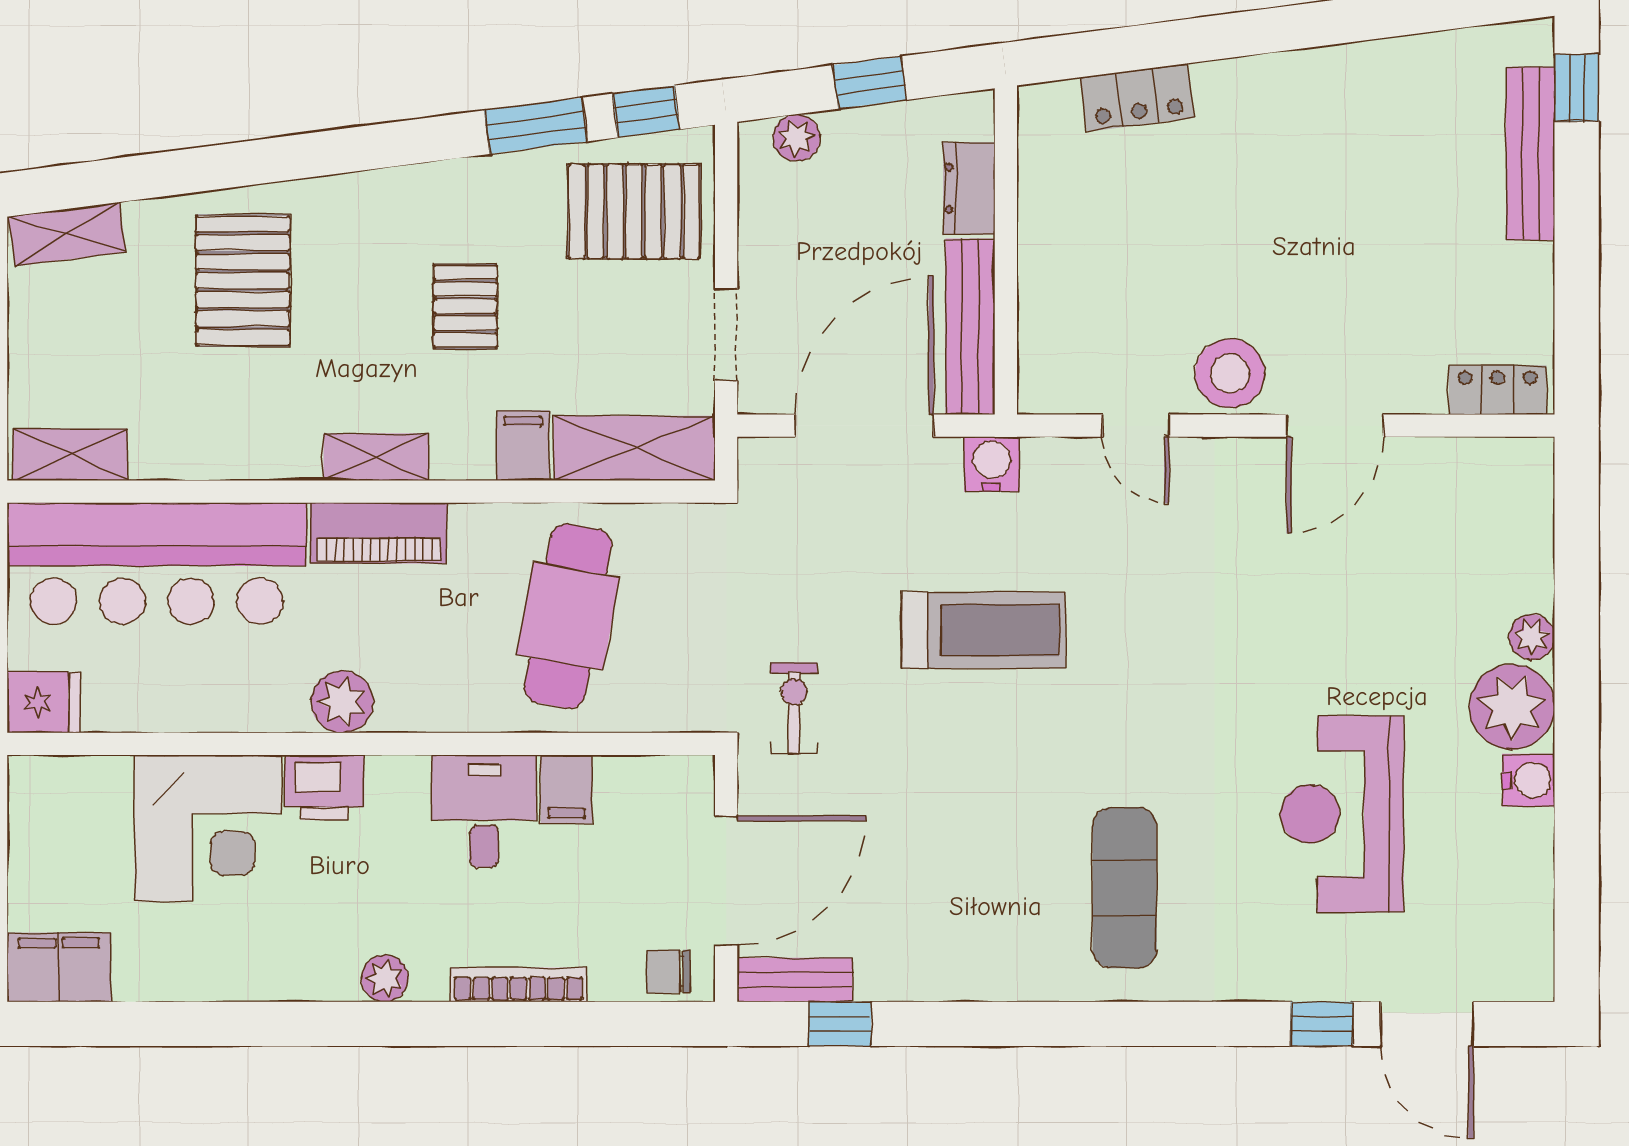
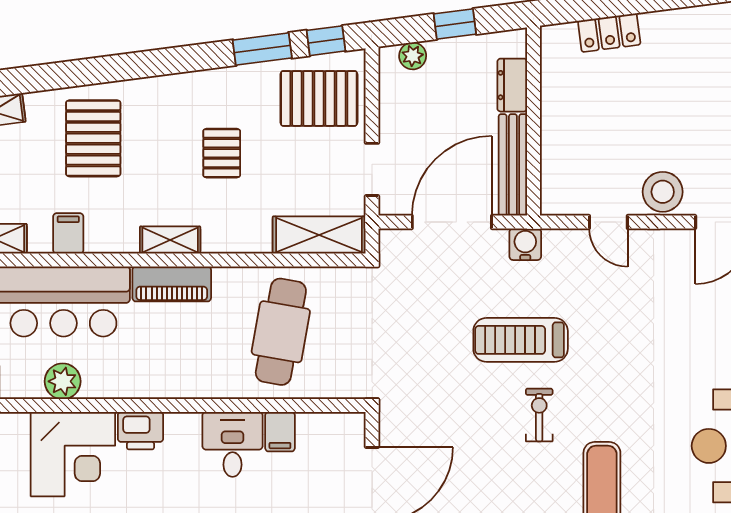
filing cabinet: (523, 445) -> (68, 233), moved
treadmill: (984, 630) -> (521, 340), turned 180
plant: (342, 702) -> (63, 381), moved
exercise bike: (794, 708) -> (539, 415), moved

